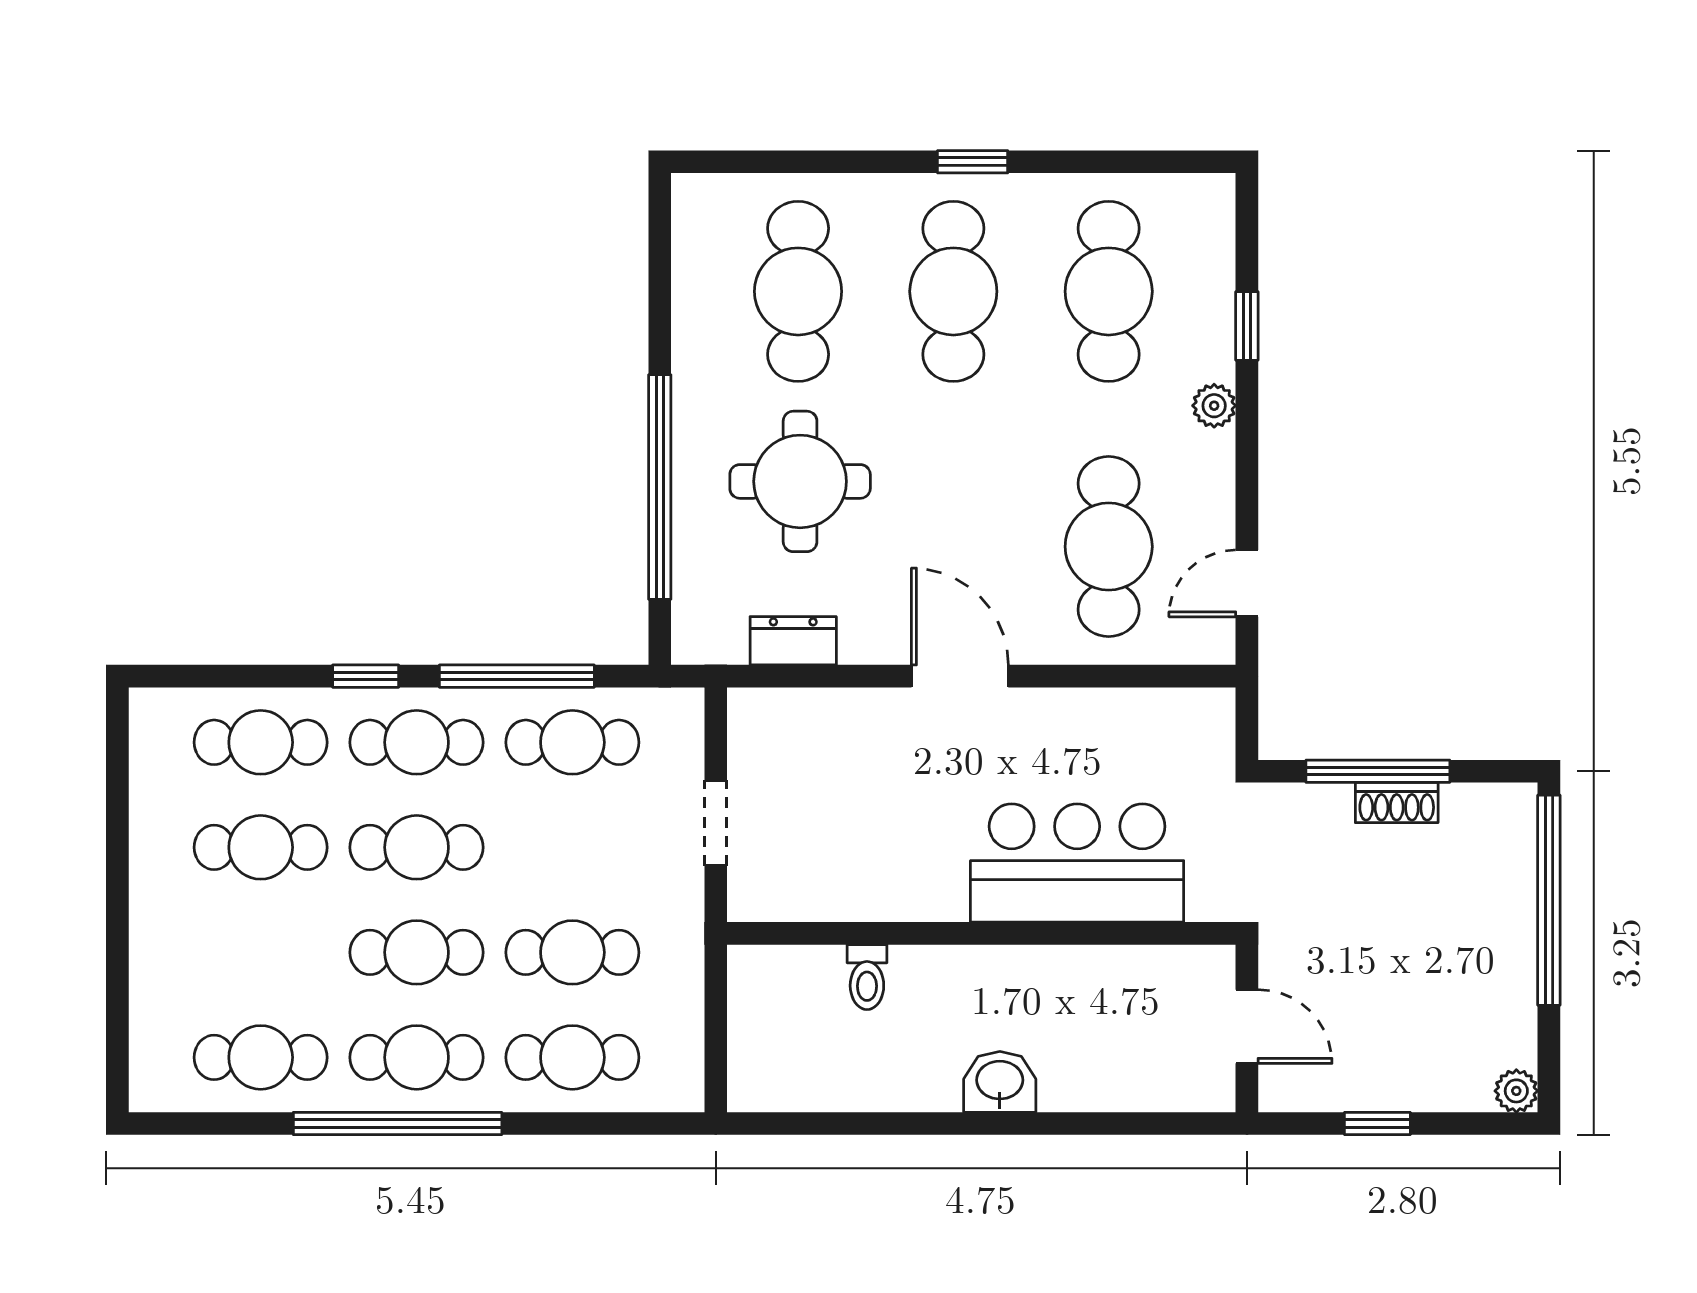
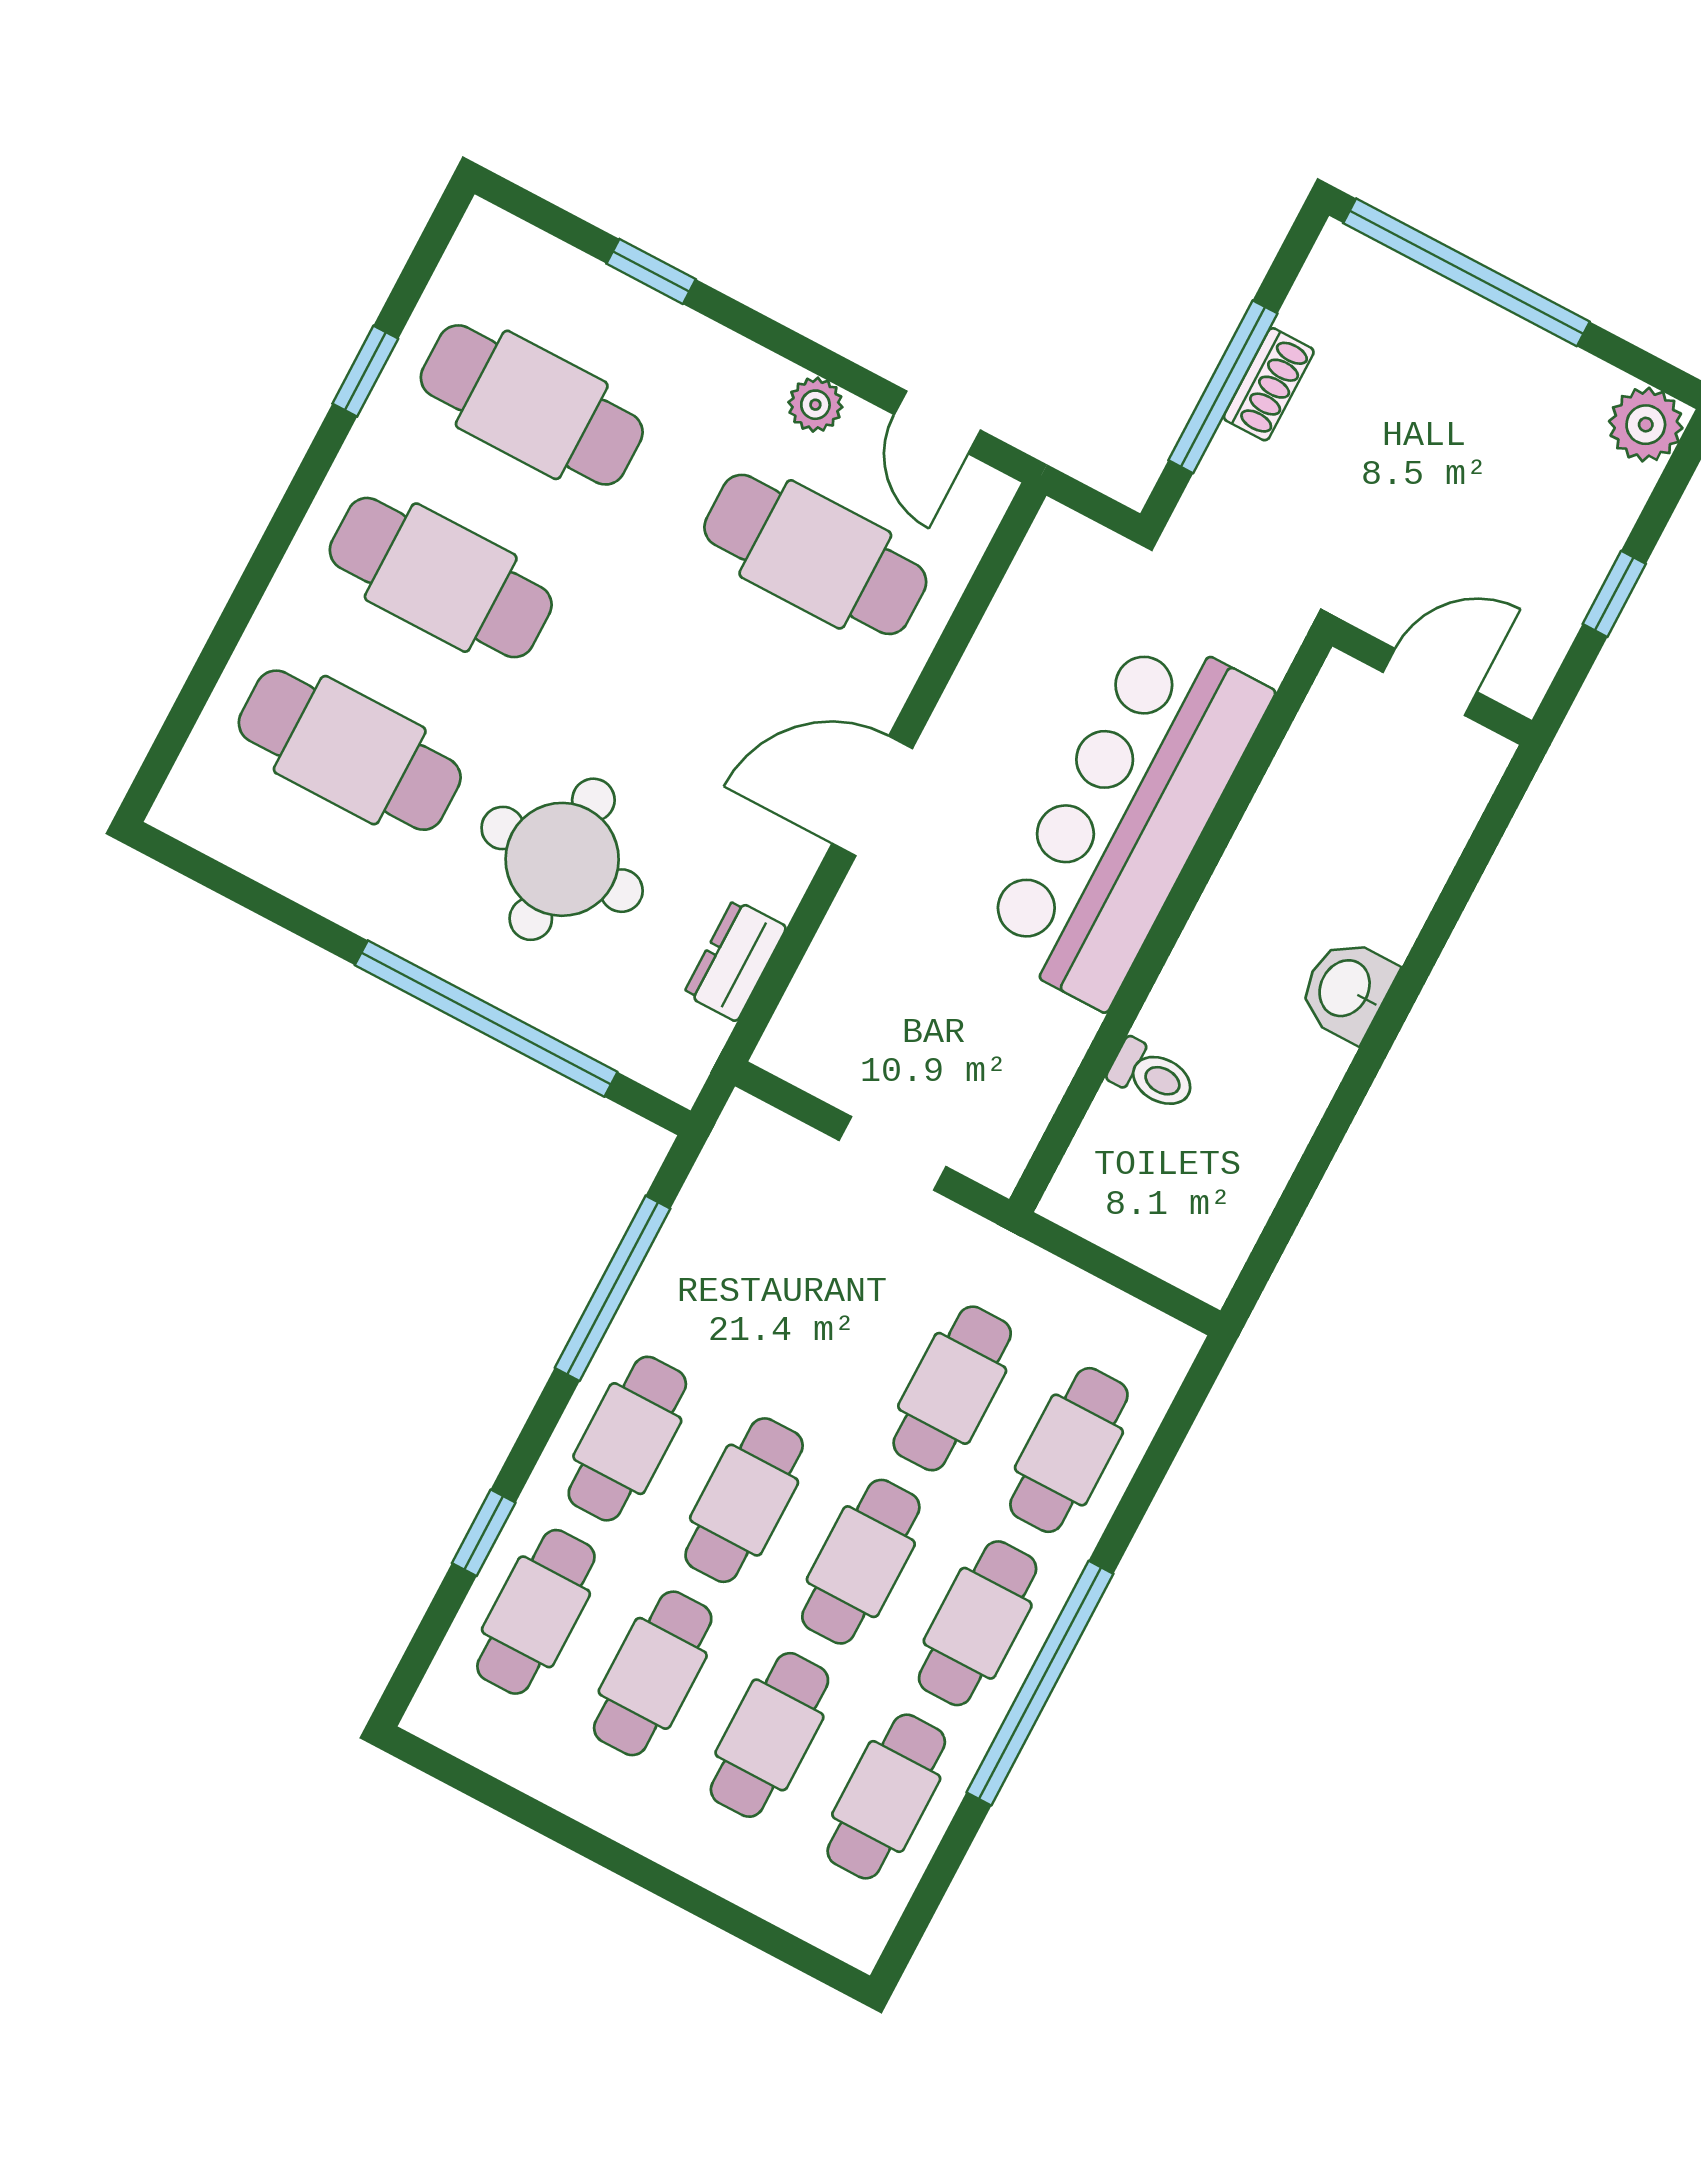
window: (973, 162) -> (365, 371), moved
plant: (1214, 406) -> (815, 405), moved
window: (366, 676) -> (484, 1533), moved
cafe table: (572, 742) -> (769, 1735), moved
bar counter: (1077, 863) -> (1126, 818), width x1.36
plant: (1516, 1091) -> (1646, 425), width x1.38, depth x1.38

